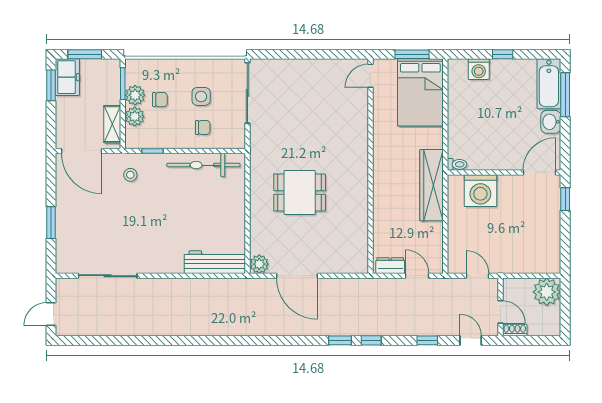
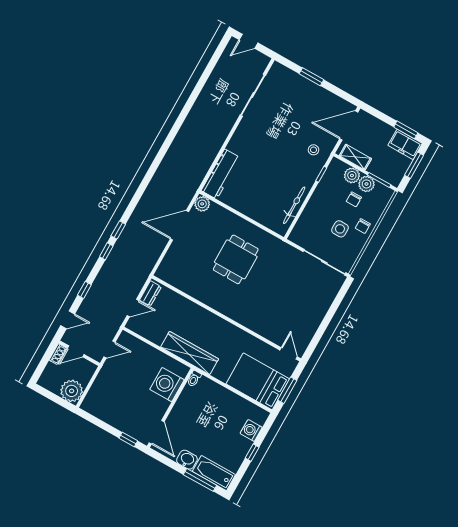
chair: (203, 128) -> (363, 226), moved
bicycle: (203, 165) -> (294, 205), width x0.73, depth x0.71
door: (51, 314) -> (248, 41), swing flipped

